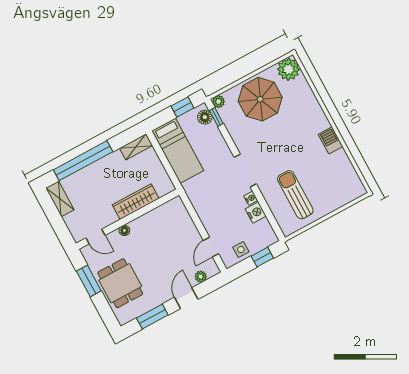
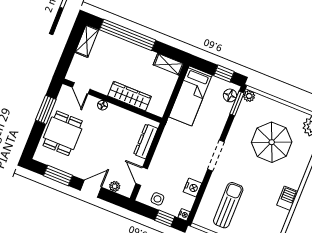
parasol: (260, 99) -> (272, 142), moved
window: (216, 117) -> (237, 103), width x1.50
nightstand: (251, 198) -> (184, 215), moved
dresser: (185, 219) -> (146, 141), added
door: (211, 247) -> (142, 176), hinge flipped

